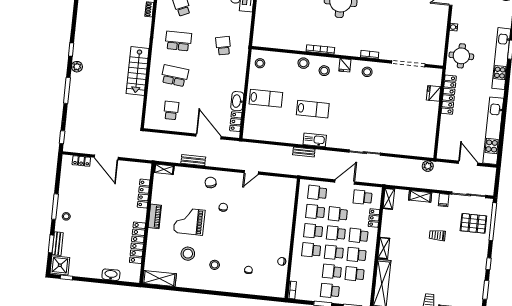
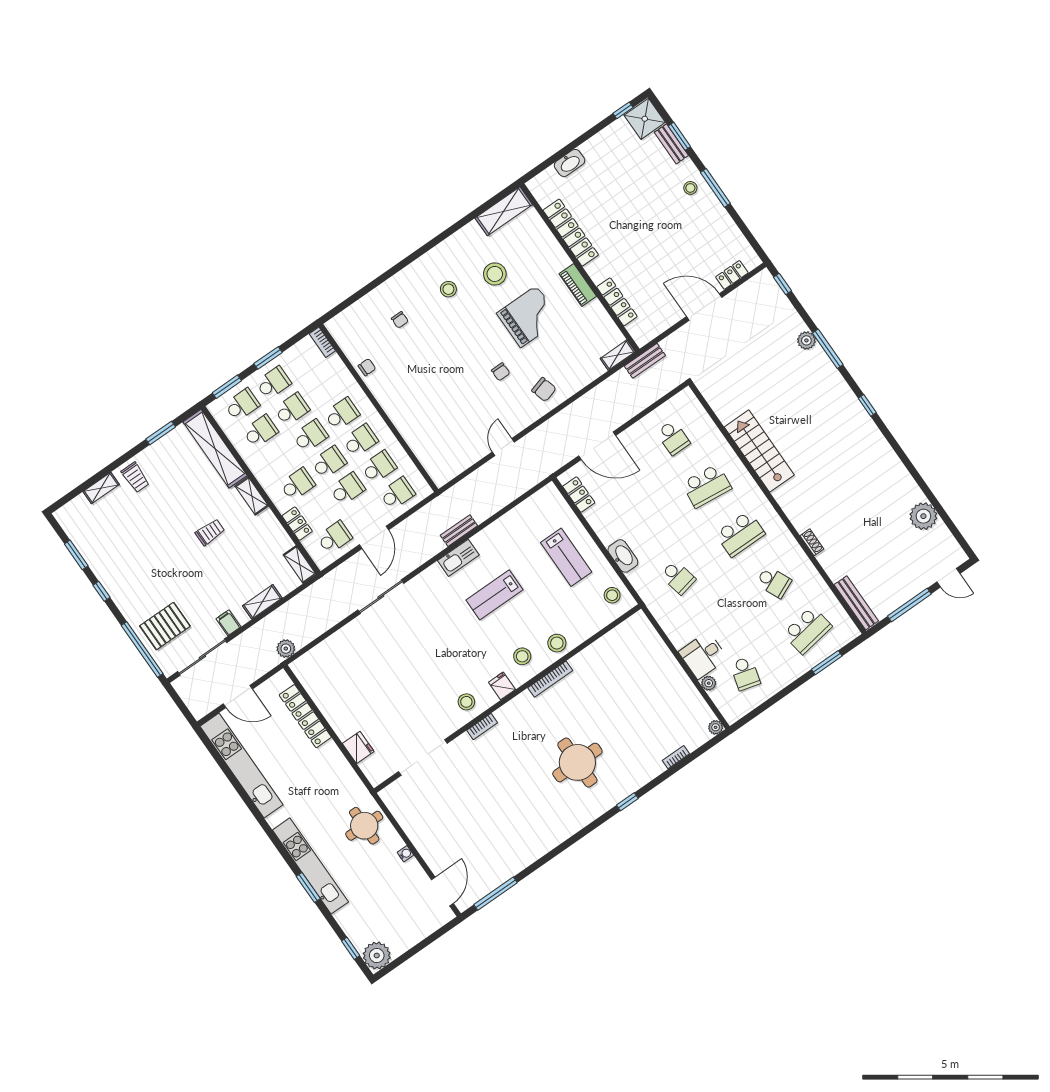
plant: (77, 67) -> (806, 340), moved
locker: (449, 95) -> (305, 716), moved
lab bench: (266, 98) -> (566, 557), turned -90
washbasin: (237, 101) -> (623, 556), moved
bench: (193, 160) -> (645, 361), moved
trolley: (437, 235) -> (210, 532), moved
school desk: (357, 255) -> (242, 405), moved

